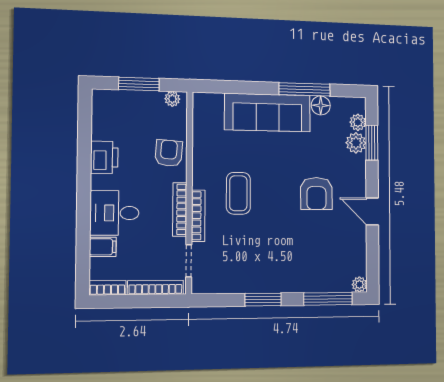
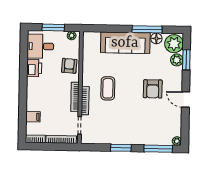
plant: (358, 122) -> (174, 44), width x1.88, depth x1.88
desk: (114, 213) -> (40, 46), moved

